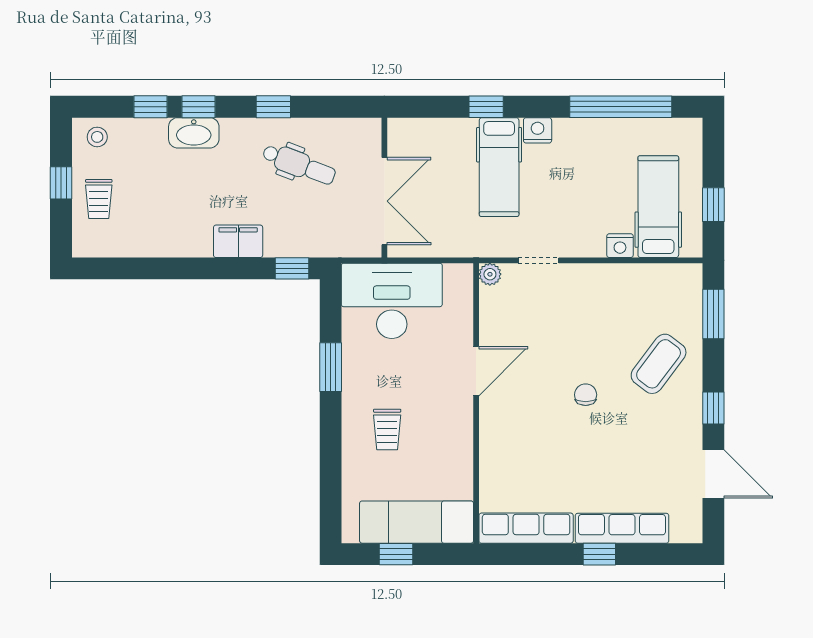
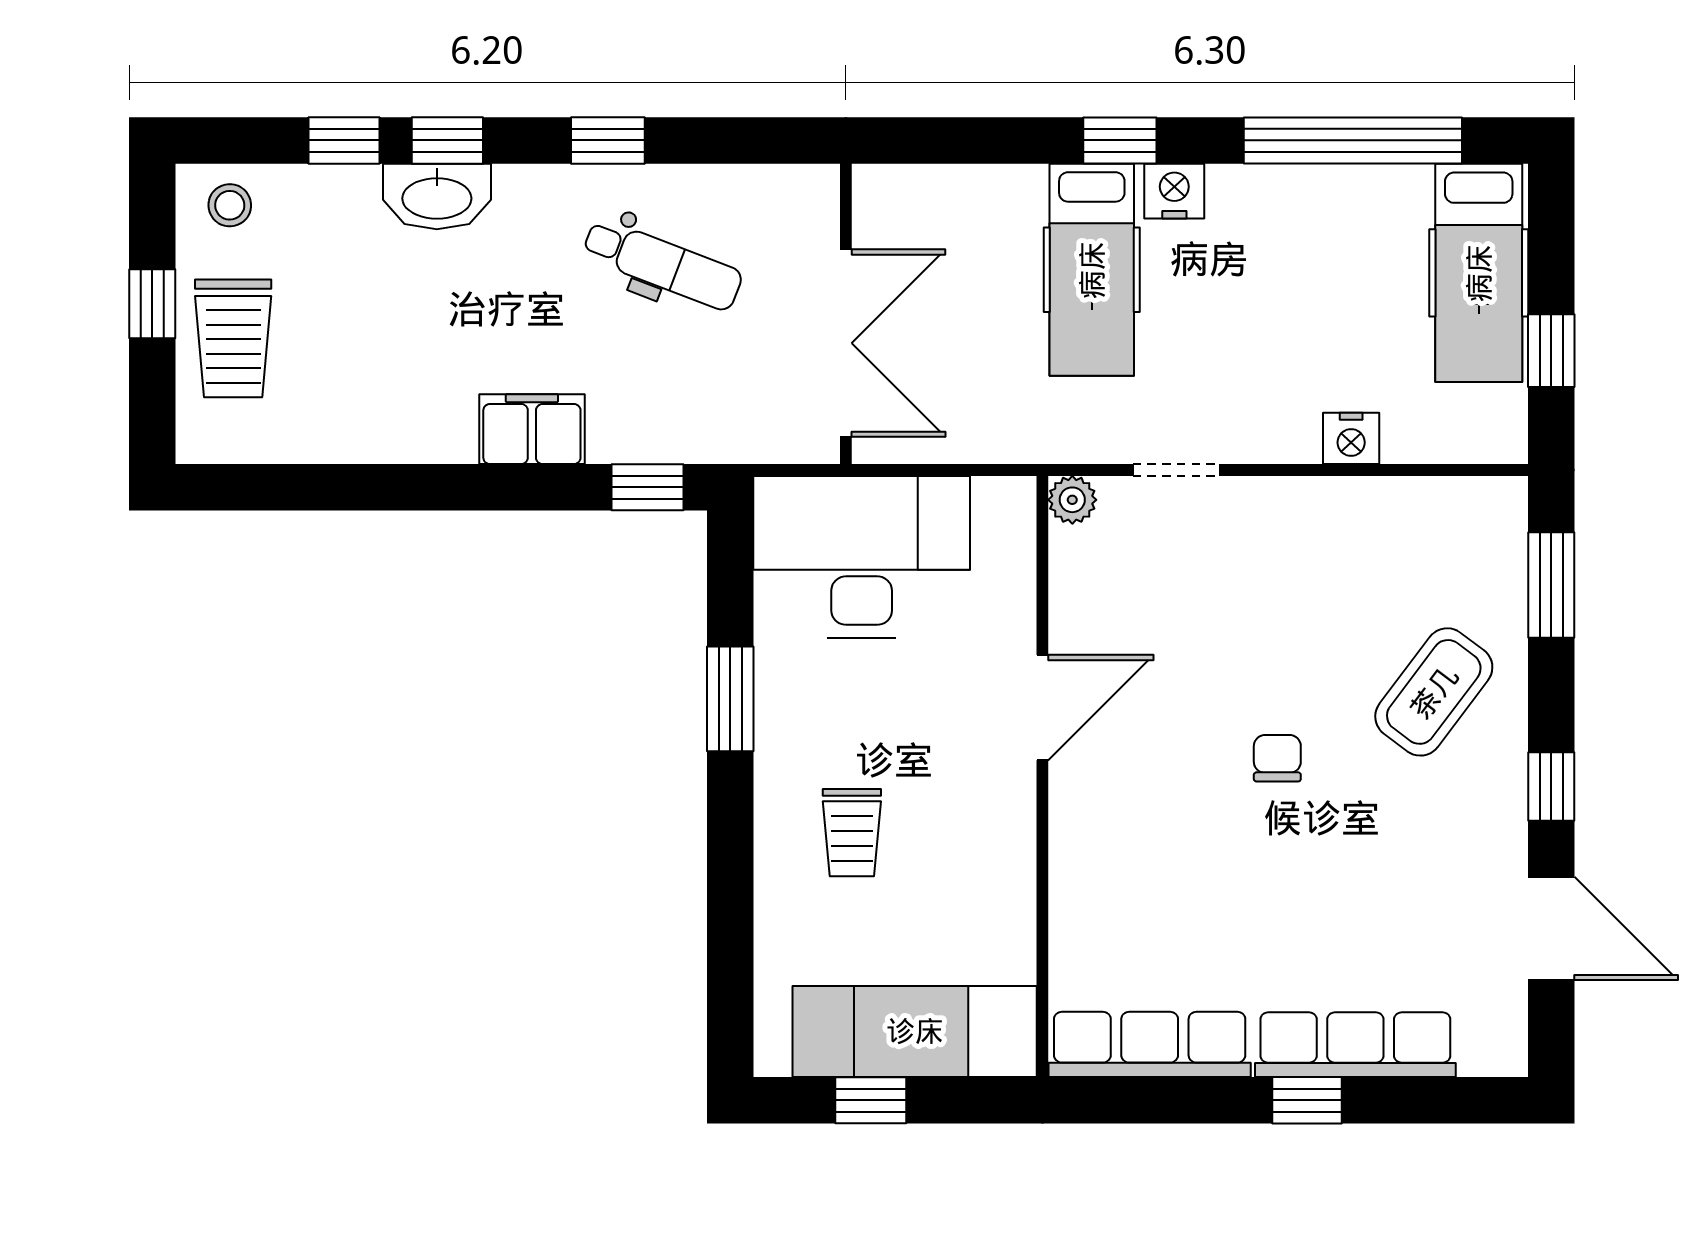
window: (486, 107) -> (1120, 140), moved
trolley: (99, 199) -> (233, 338), width x1.36, depth x1.39
hospital bed: (658, 207) -> (1479, 273), moved, turned 180

